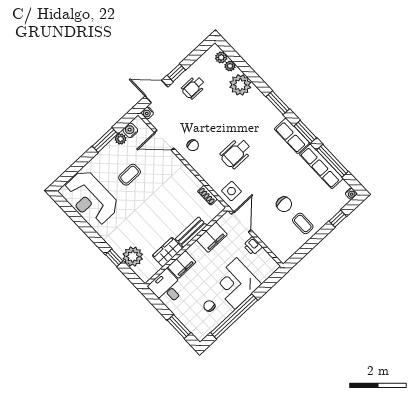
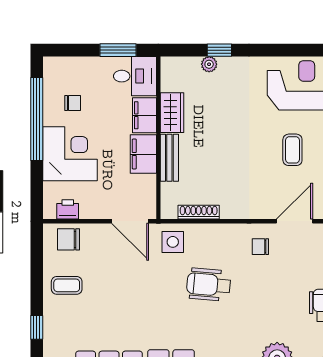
wheelchair: (236, 153) -> (209, 285), turned -85
shoe rack: (207, 195) -> (199, 212), width x1.43
chair: (284, 204) -> (68, 239), moved
filing cabinet: (212, 237) -> (143, 154), moved
printer: (253, 246) -> (68, 209), moved
plant: (133, 256) -> (209, 64), width x0.53, depth x0.53
window: (179, 327) -> (118, 50), moved

